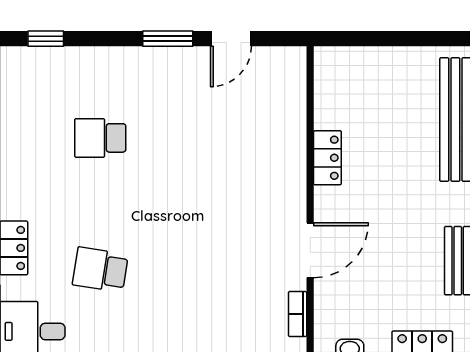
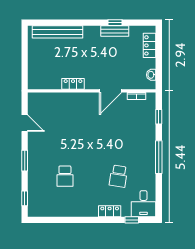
window: (168, 39) -> (25, 161), moved
door: (310, 250) -> (111, 91), swing flipped

